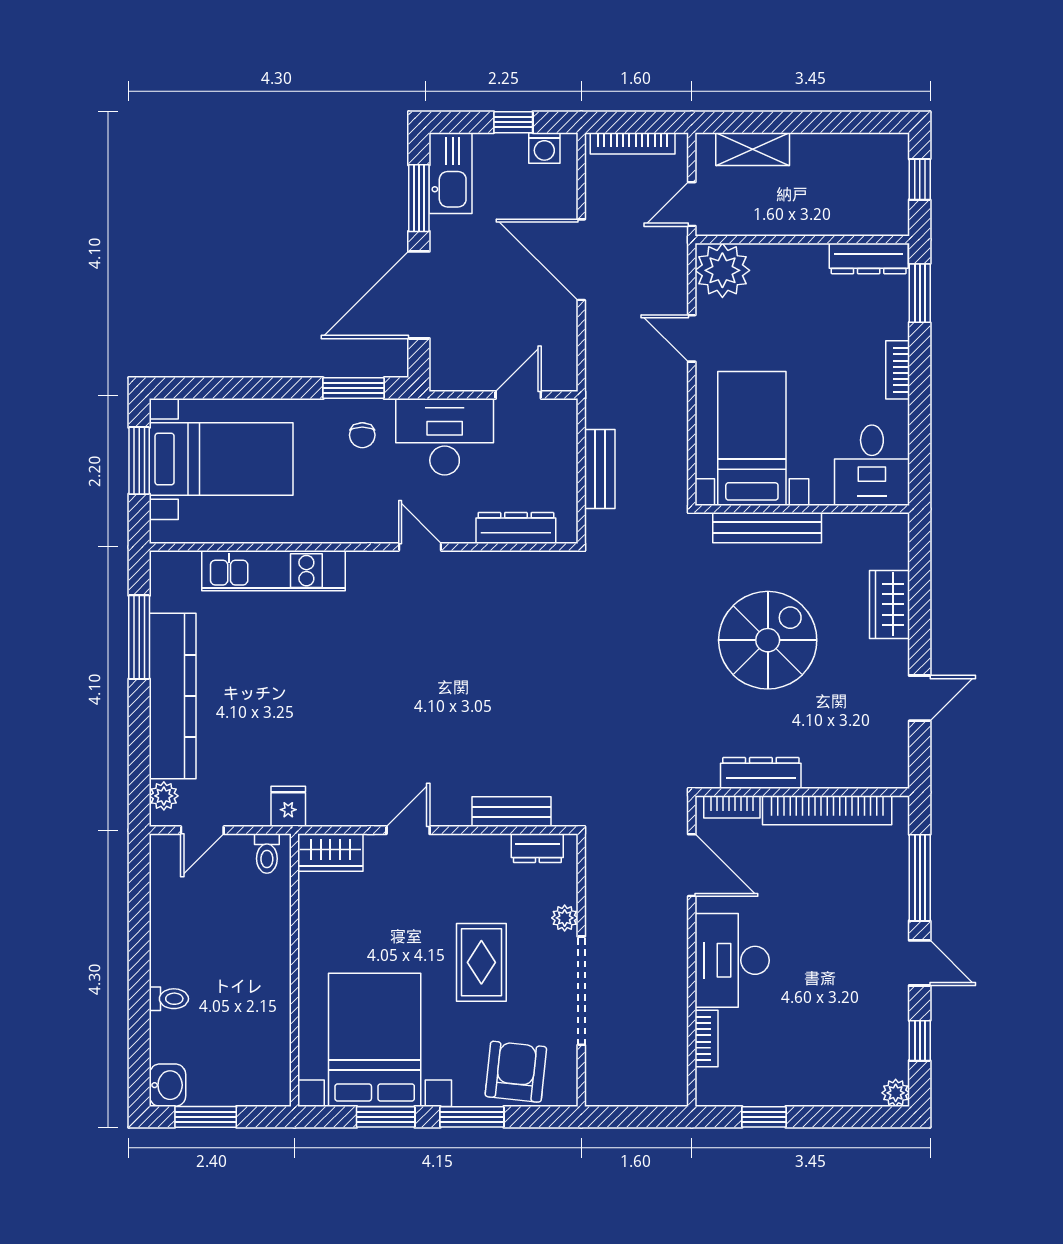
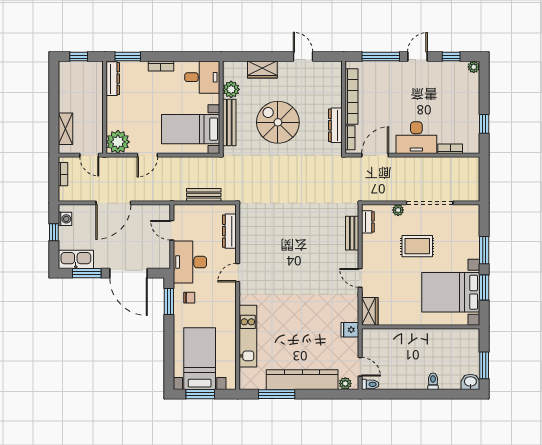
bookcase: (633, 143) -> (63, 174), width x0.64
plant: (844, 532) -> (231, 89), added
toilet: (267, 853) -> (370, 384), moved
armchair: (516, 1072) -> (465, 231), removed

